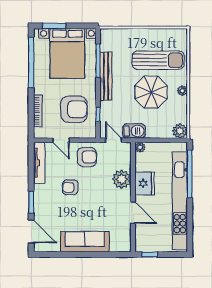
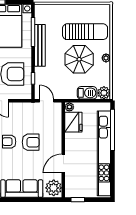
barbecue: (134, 131) -> (87, 93), moved
armchair: (87, 157) -> (31, 142), moved
plant: (122, 179) -> (54, 188), moved
fridge: (145, 183) -> (73, 122), moved
door: (133, 213) -> (63, 163), swing flipped

